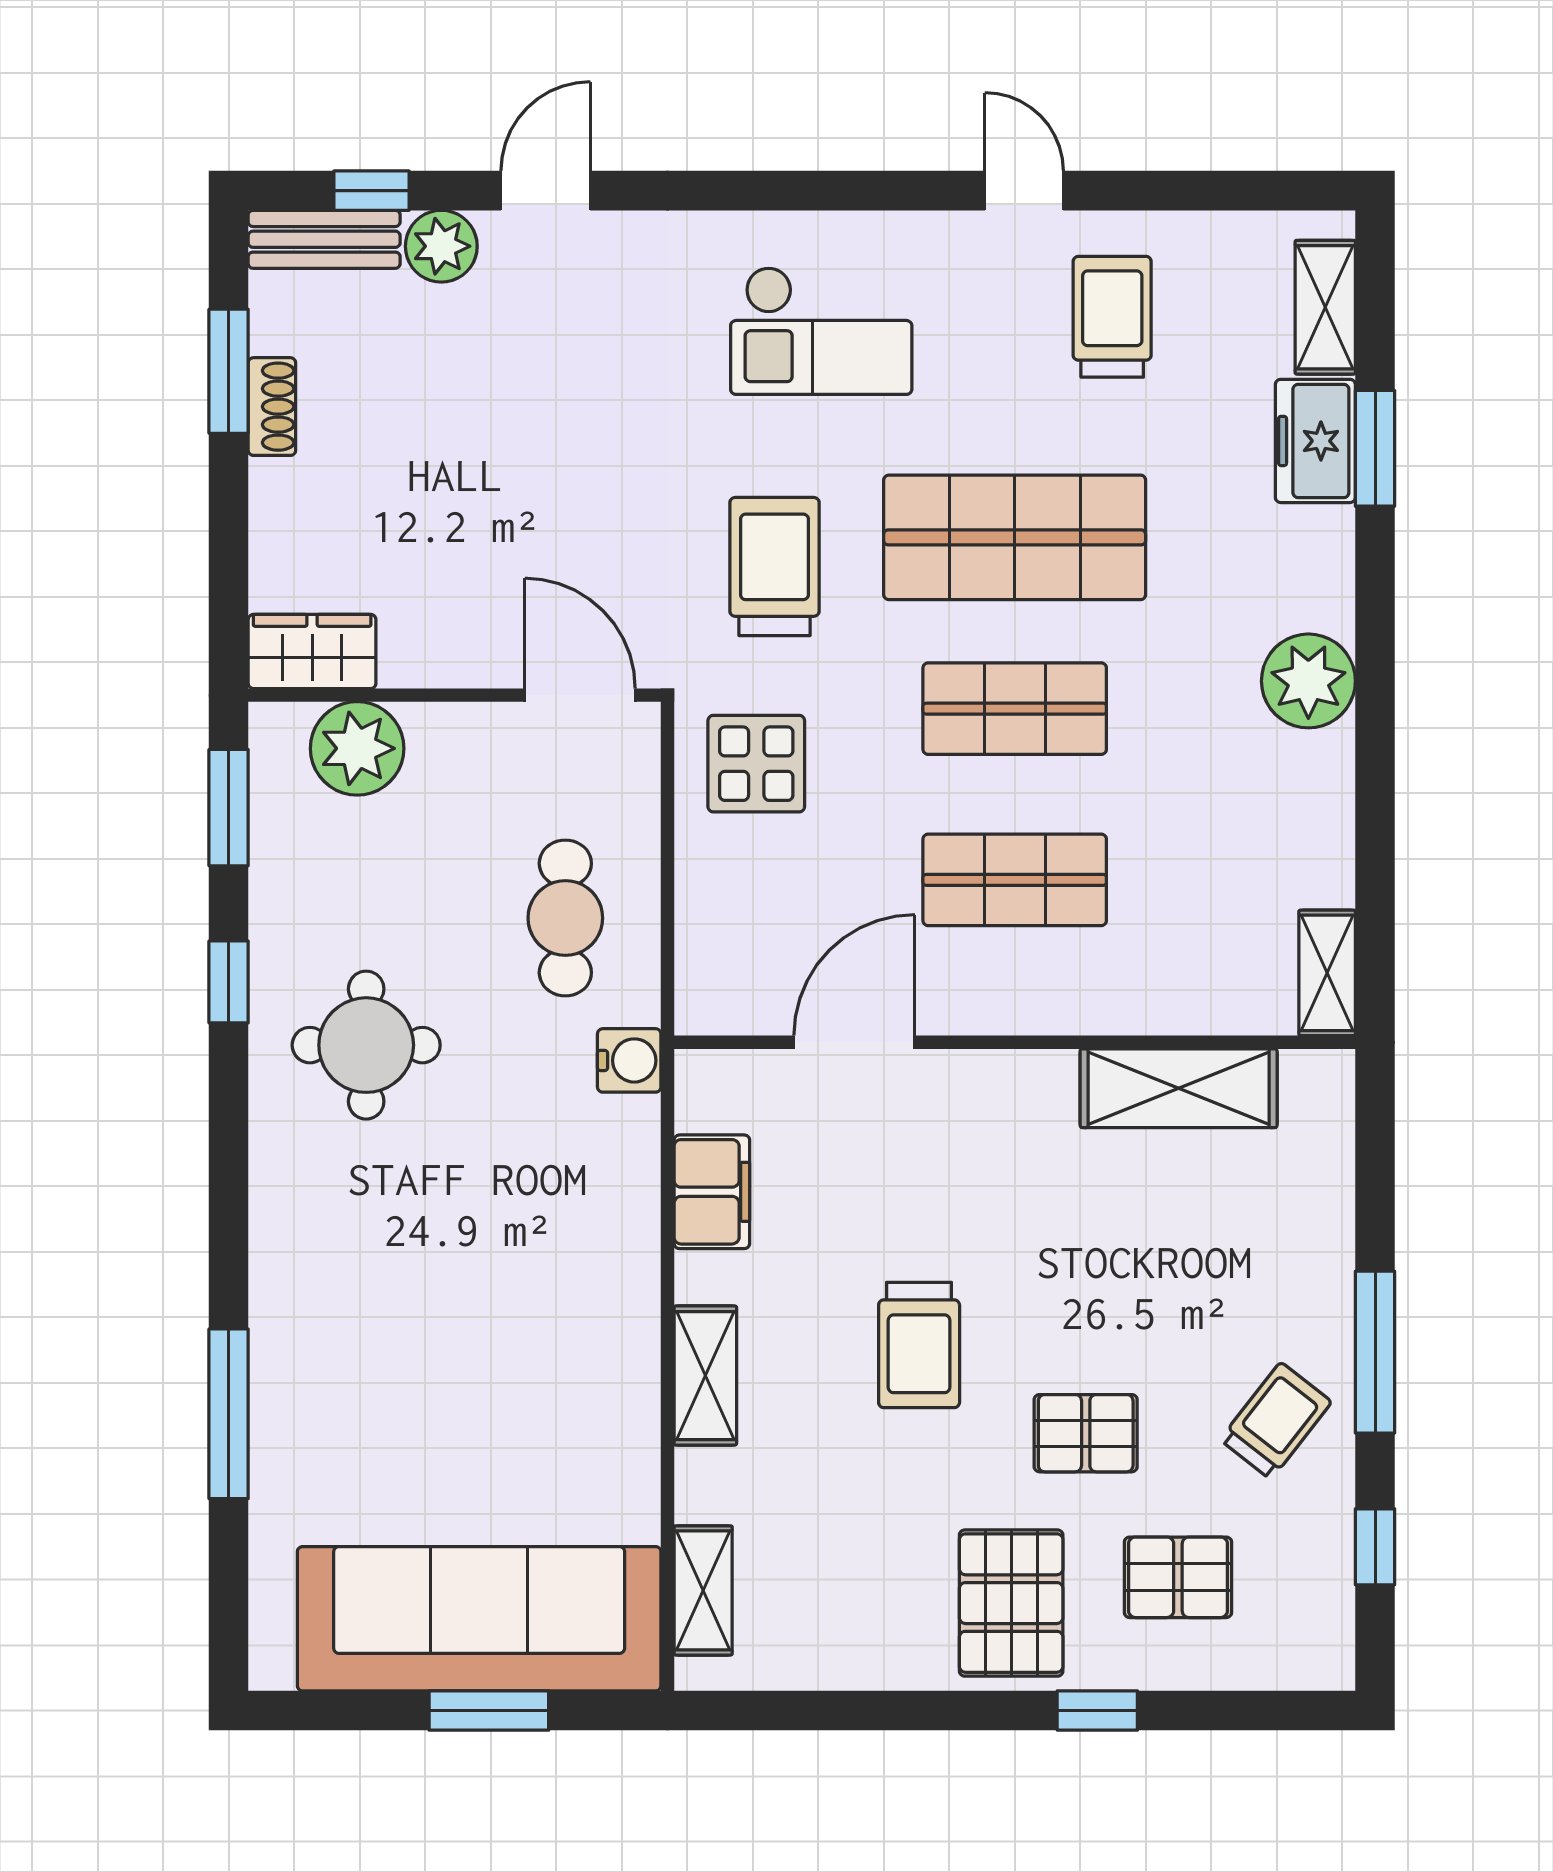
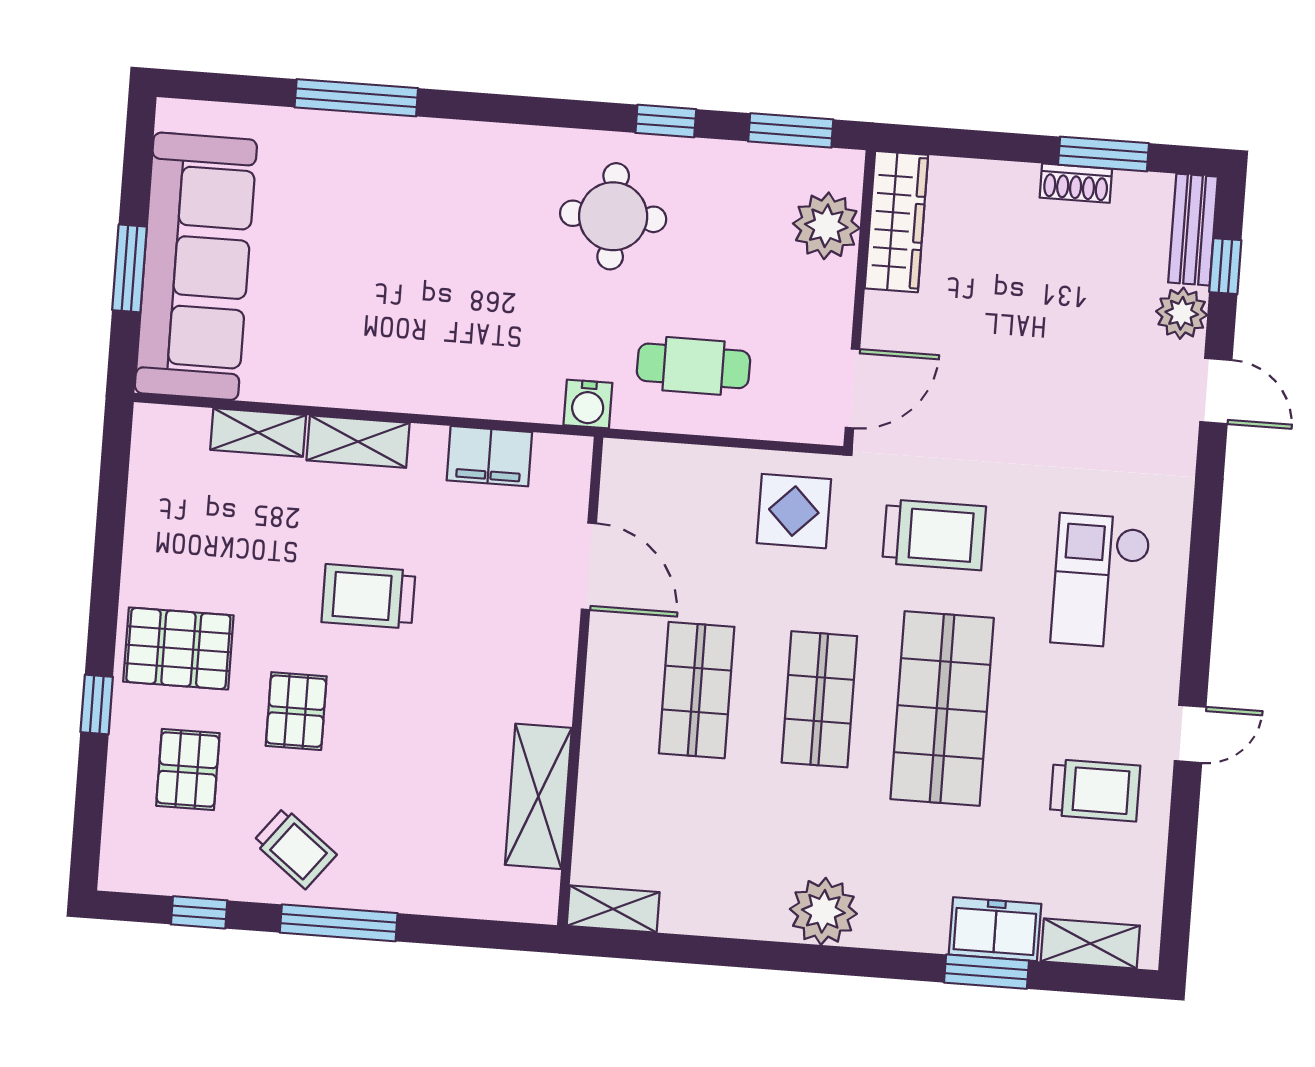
wardrobe: (312, 651) -> (896, 222), width x1.50
shelving: (703, 1590) -> (258, 432), moved

